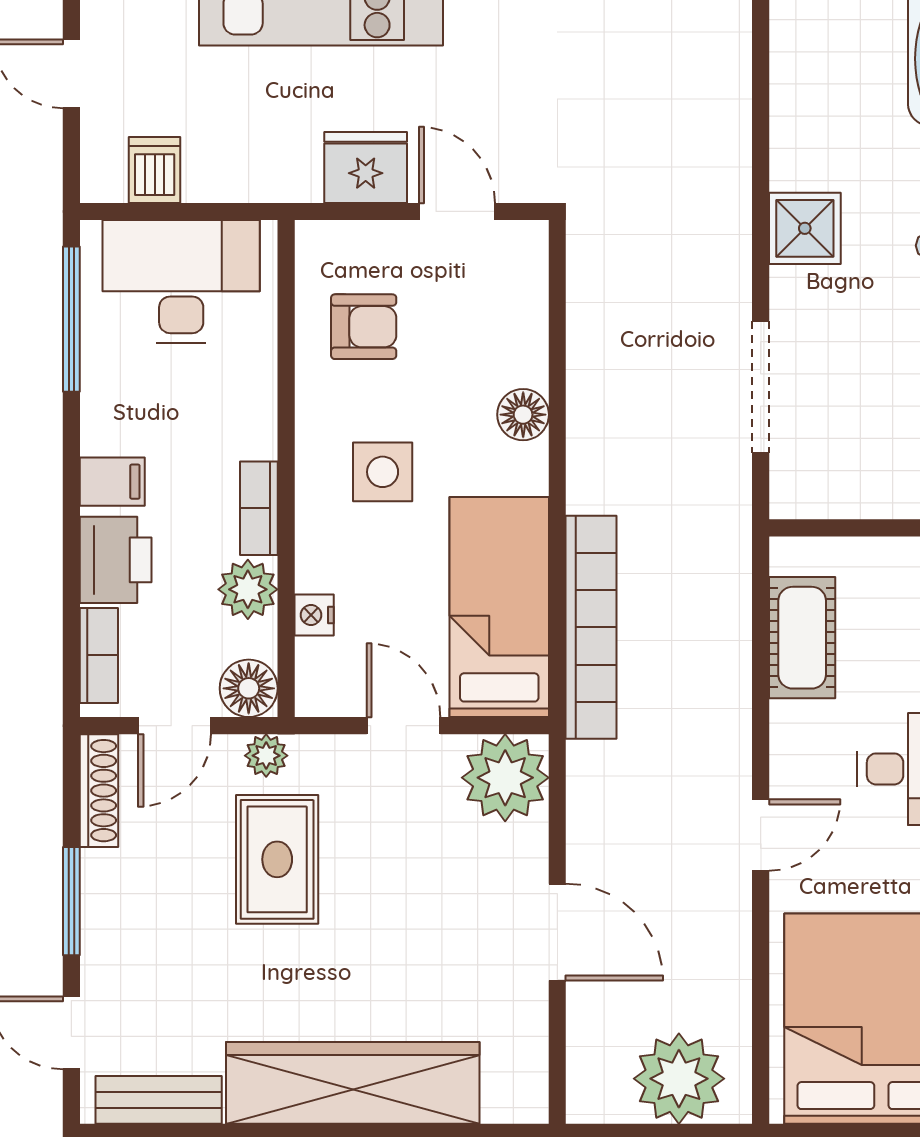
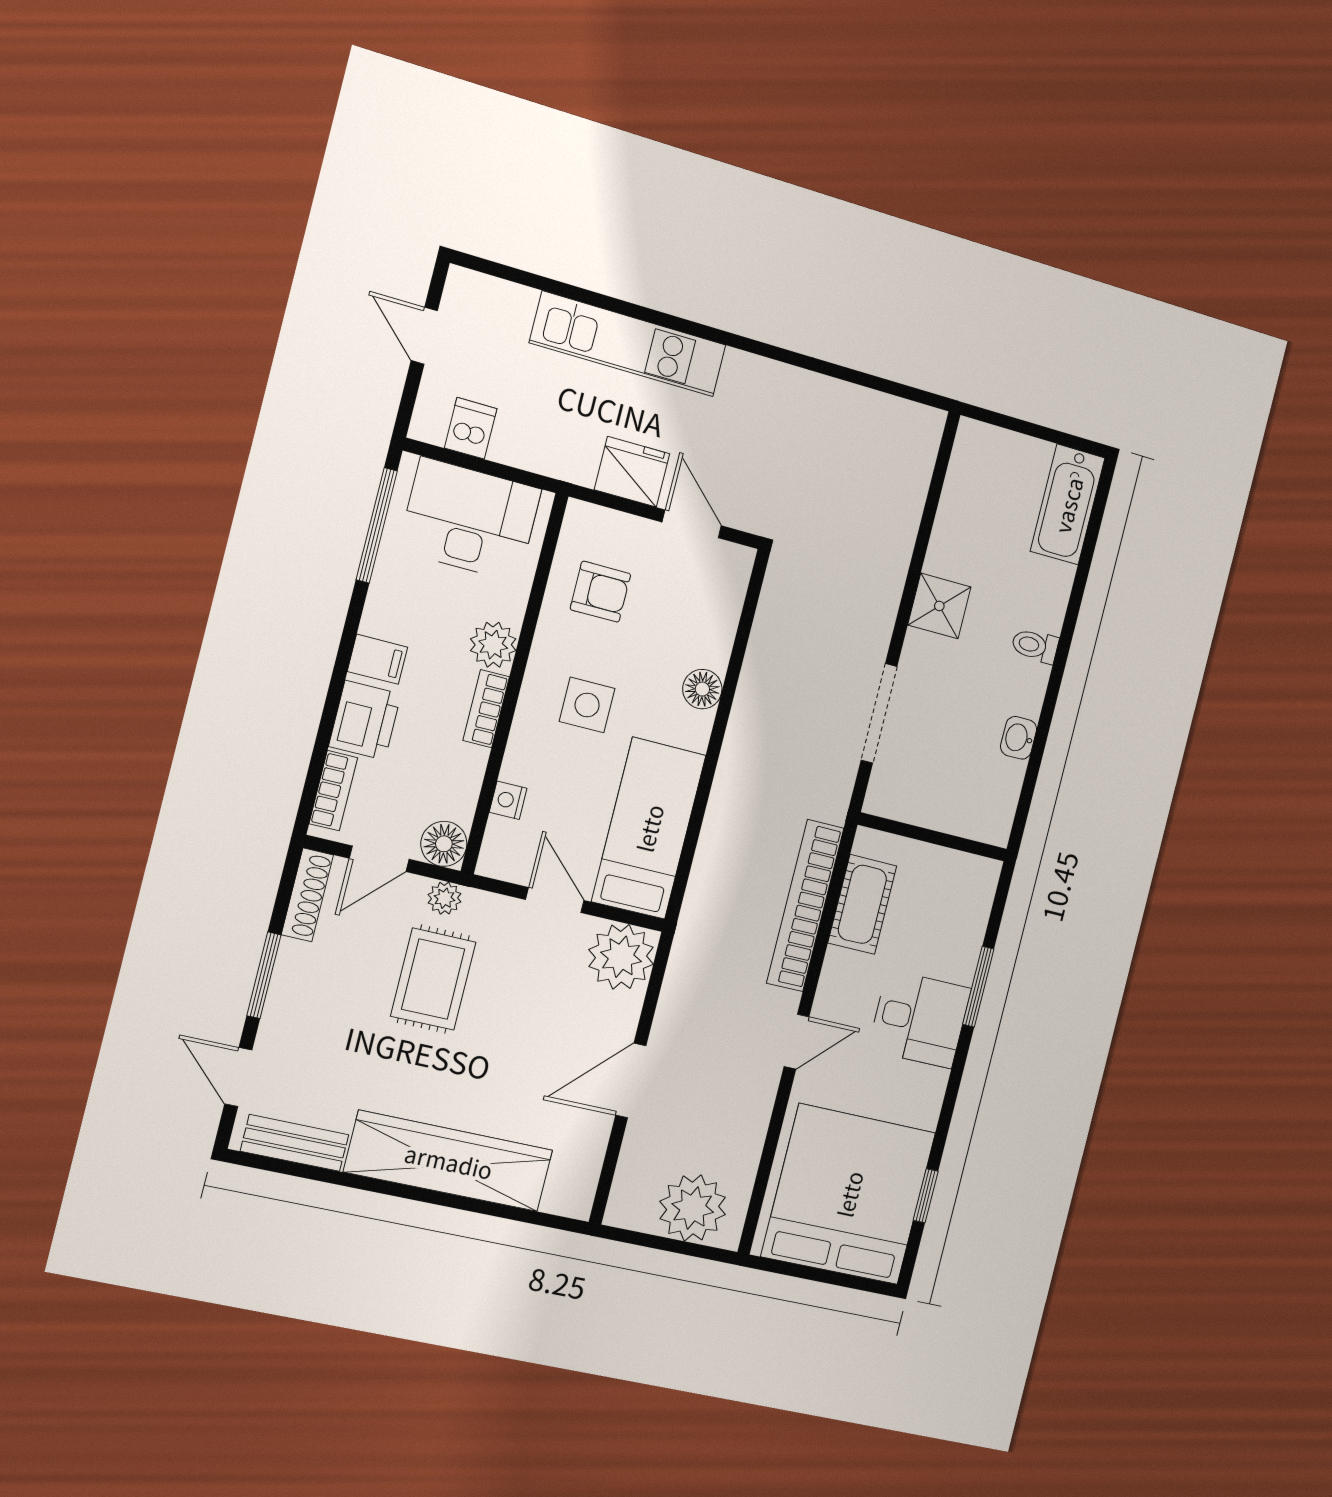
plant: (248, 589) -> (493, 645), moved
bookcase: (591, 627) -> (805, 906), moved, turned 180
door: (557, 932) -> (631, 1080), swing flipped

